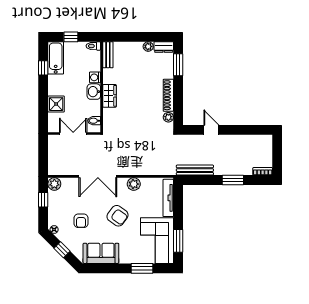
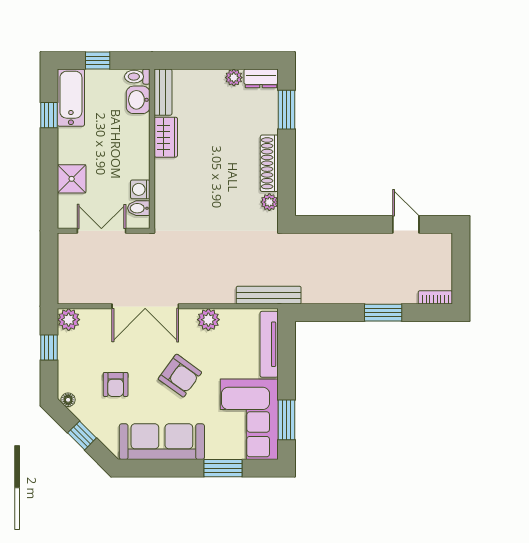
washing machine: (95, 77) -> (140, 189), moved
washbasin: (94, 92) -> (138, 100), moved
wardrobe: (109, 96) -> (166, 137), moved
door: (211, 130) -> (406, 224), moved
bench: (195, 170) -> (269, 295), moved
sofa: (101, 253) -> (162, 442), width x1.36

